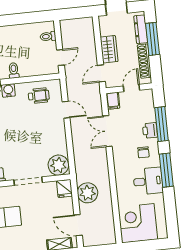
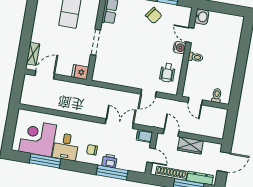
plant: (58, 165) -> (102, 73), removed
window: (166, 170) -> (45, 161), moved
plant: (87, 193) -> (71, 91), removed
corner desk: (138, 223) -> (38, 138), moved, turned -90

